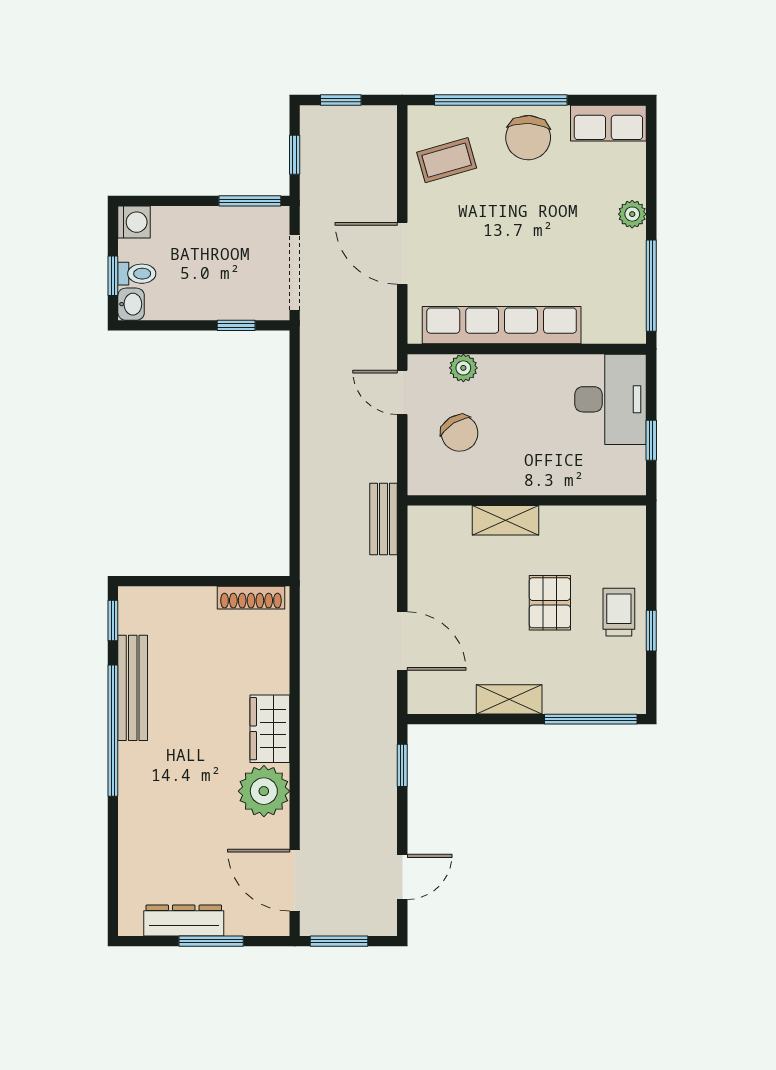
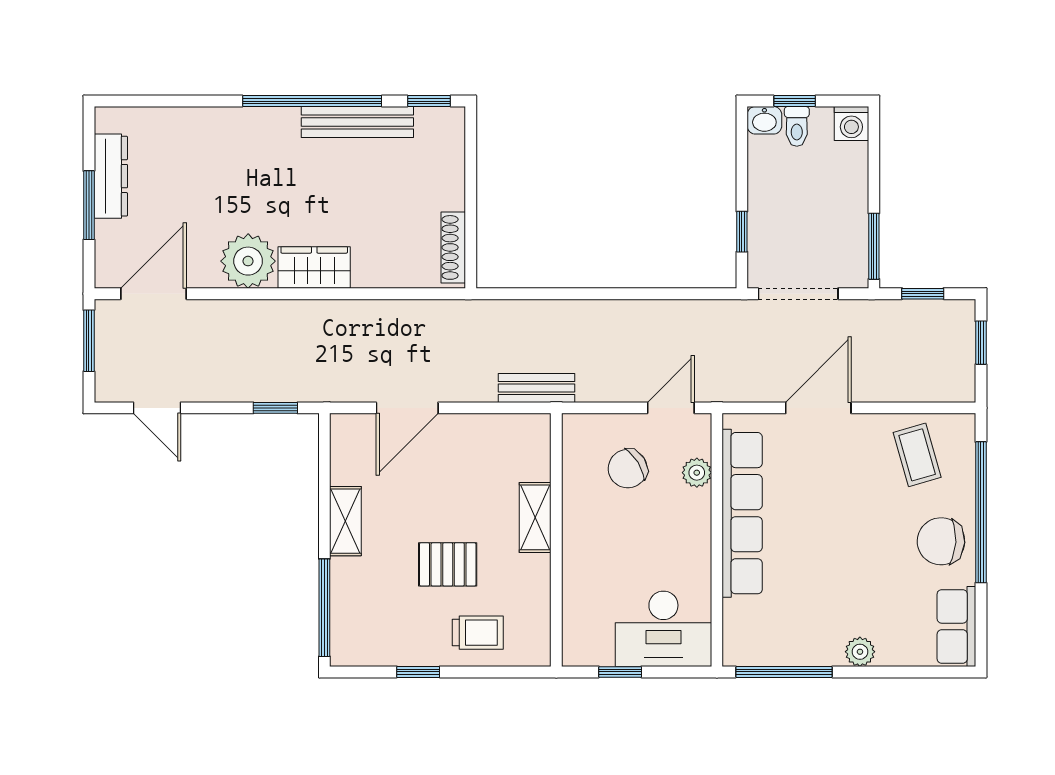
trolley: (619, 612) -> (478, 633), moved

